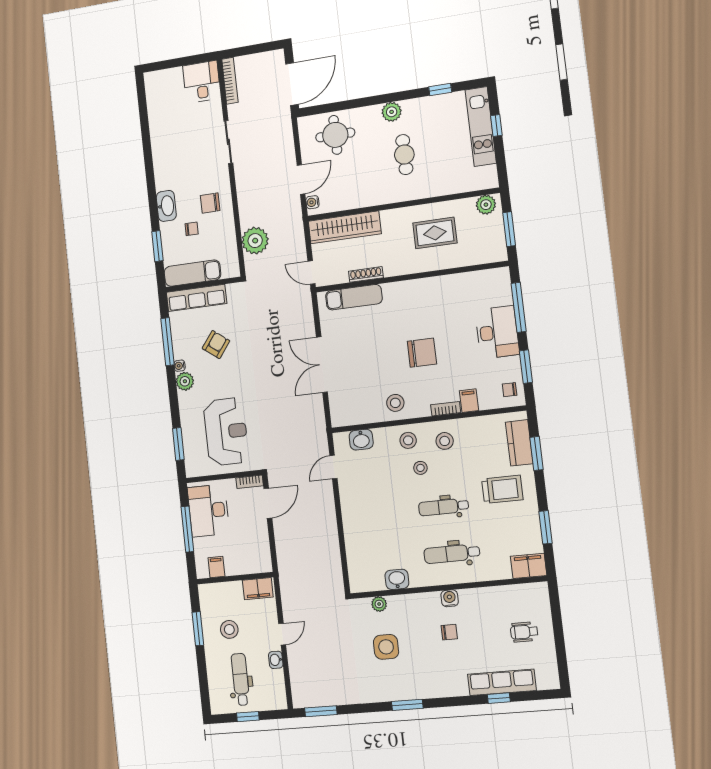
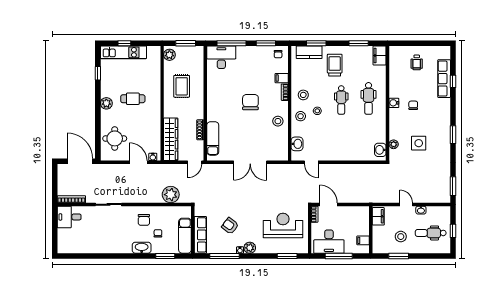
desk: (497, 332) -> (221, 57), moved
washbasin: (397, 579) -> (380, 150), moved

